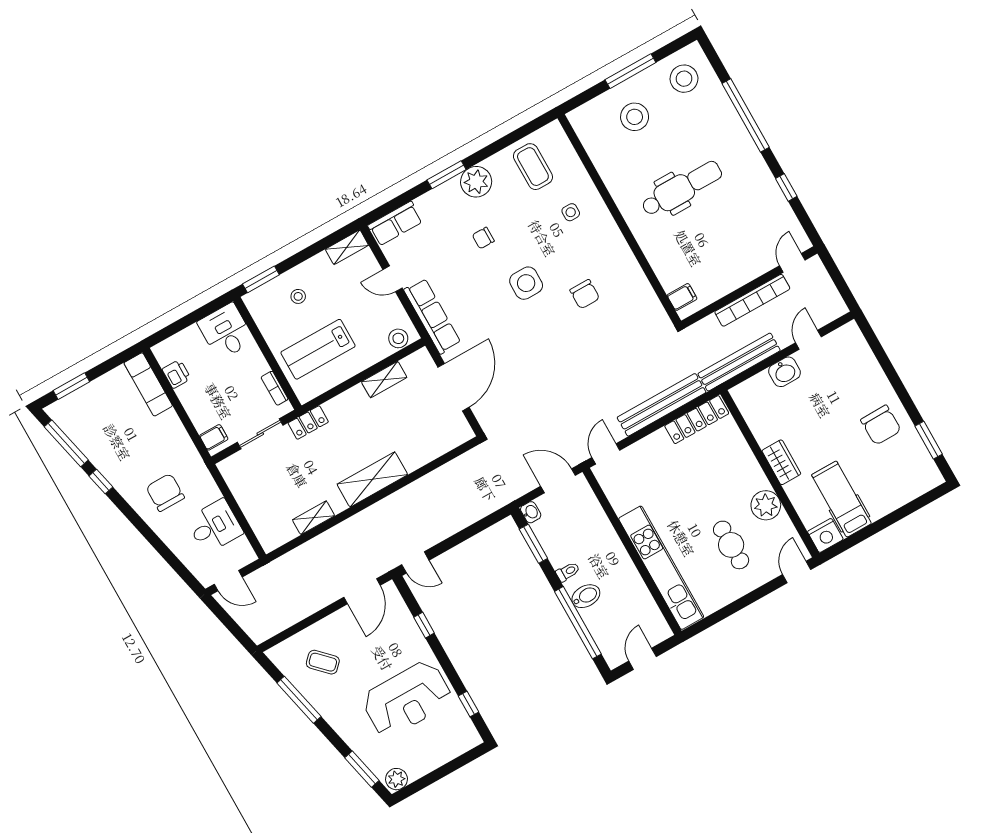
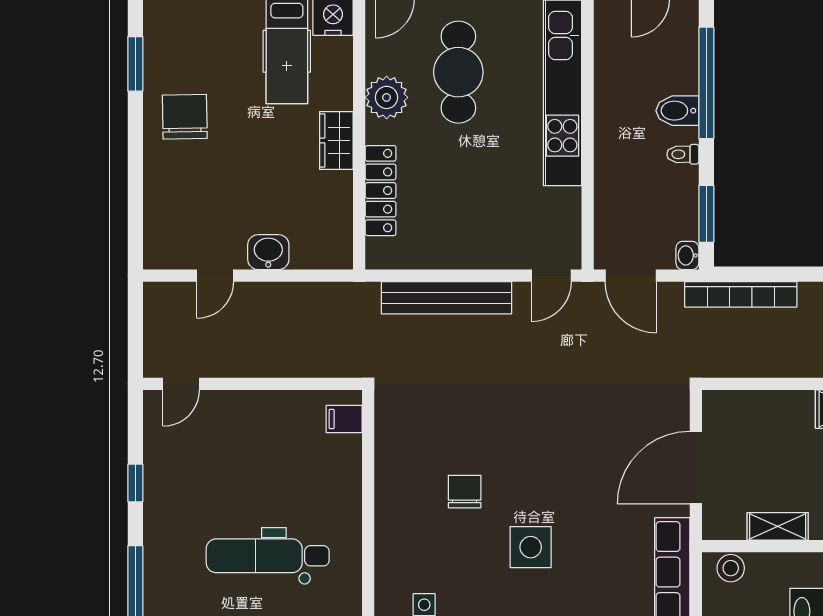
bookcase: (752, 300) -> (741, 294), moved, turned 180
bench: (739, 362) -> (319, 297), removed
locker: (697, 420) -> (381, 191), moved, turned 90
cafe table: (731, 545) -> (458, 72), width x1.37, depth x1.35

